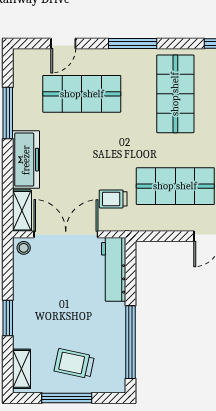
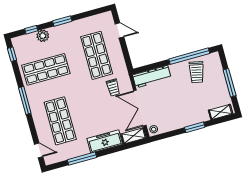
door: (63, 44) -> (39, 150), moved
trolley: (74, 364) -> (197, 72), moved

